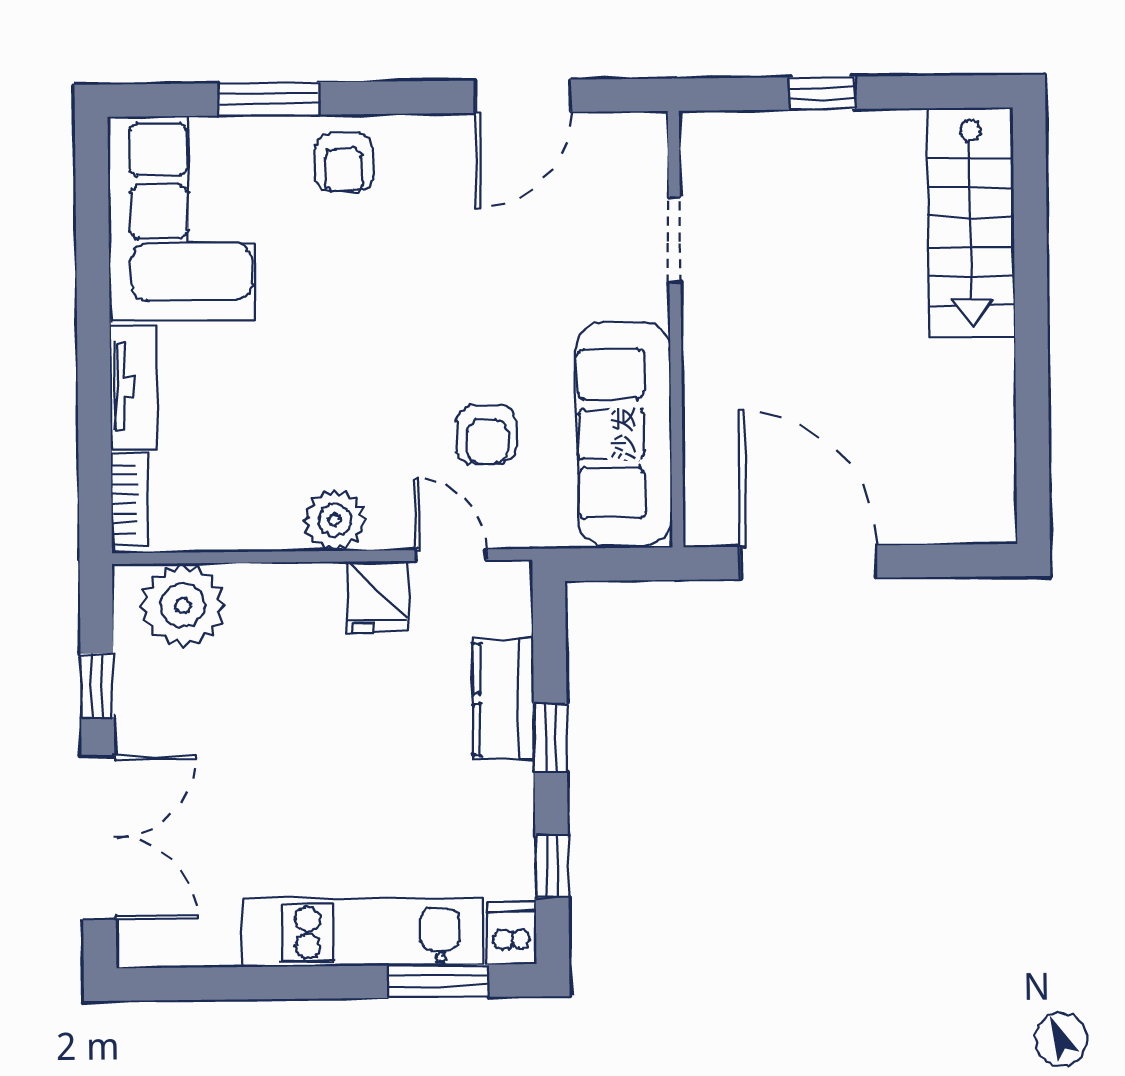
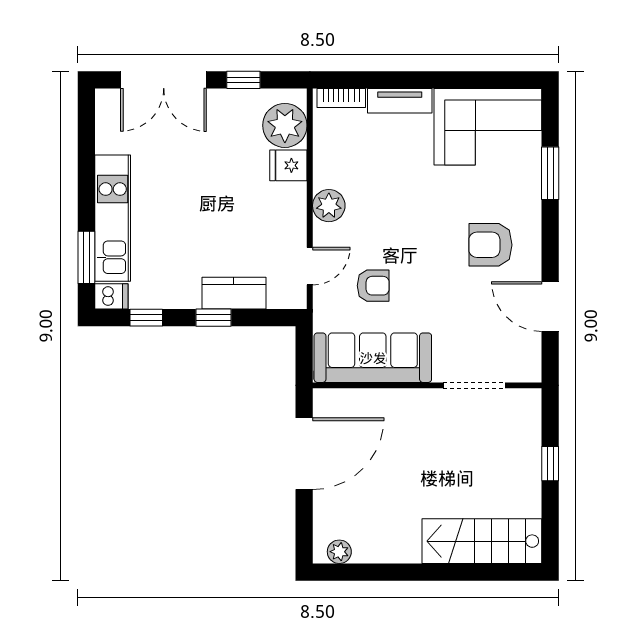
armchair: (344, 163) -> (490, 245), moved, width x1.38, depth x1.38
doorway: (675, 240) -> (474, 385), width x1.38
armchair: (487, 434) -> (373, 286), turned 180
plant: (994, 493) -> (339, 552), added
fridge: (378, 597) -> (288, 165), moved

